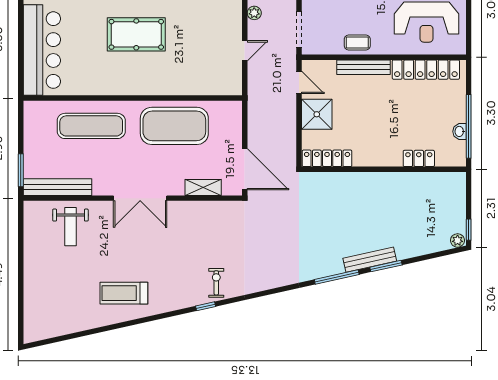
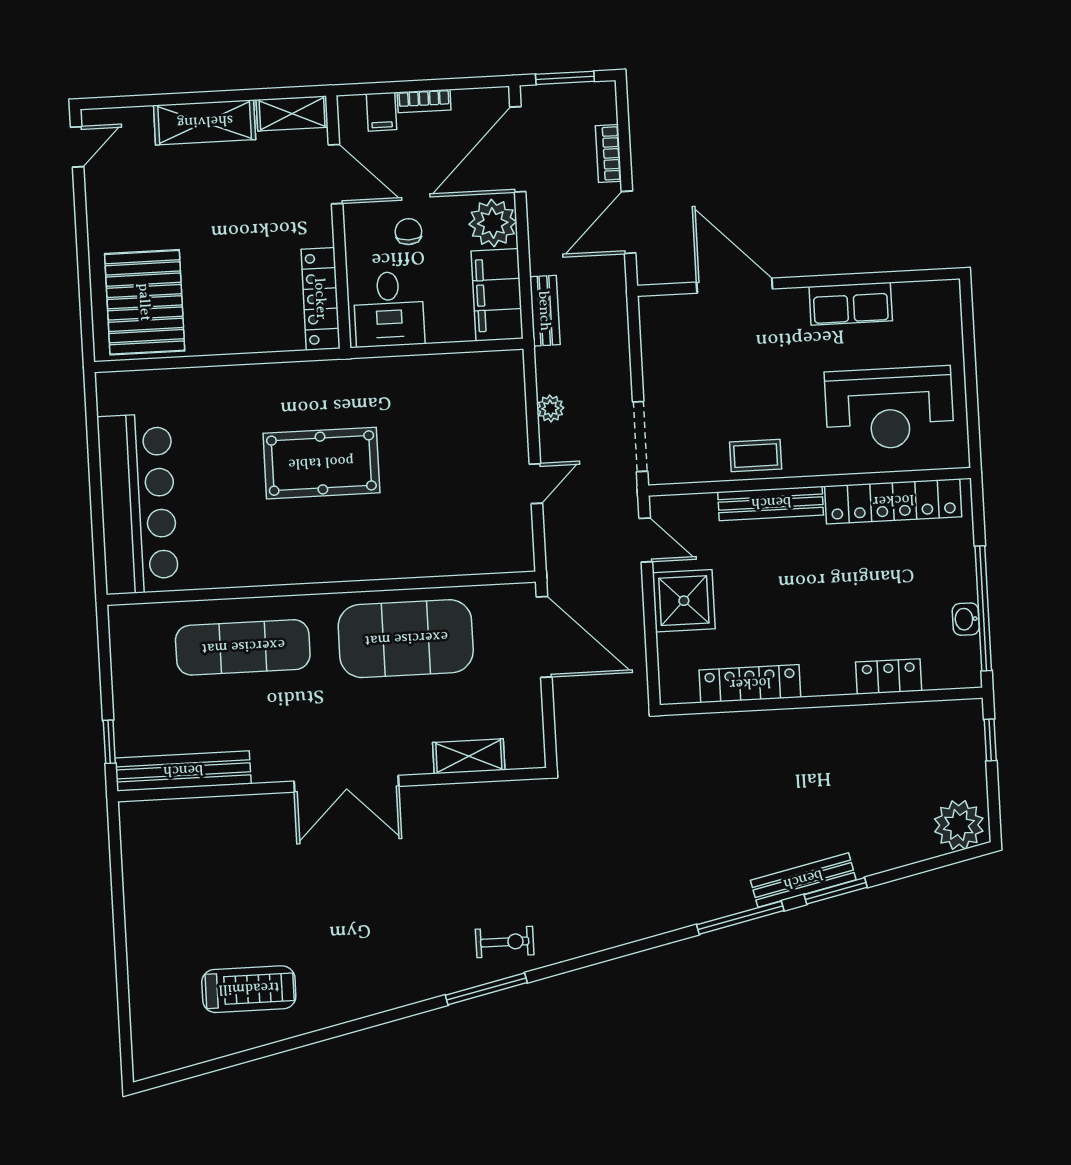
locker: (327, 158) -> (750, 684), moved
door: (245, 169) -> (544, 637), moved
window: (21, 170) -> (109, 742), width x0.67
weight bench: (70, 227) -> (213, 847), removed
window: (469, 230) -> (990, 740), moved
plant: (458, 240) -> (959, 825), width x1.88, depth x1.88
exercise bike: (216, 283) -> (505, 942), turned 90
treadmill: (124, 293) -> (249, 989), moved, turned 180
window: (206, 306) -> (486, 989), width x2.17

